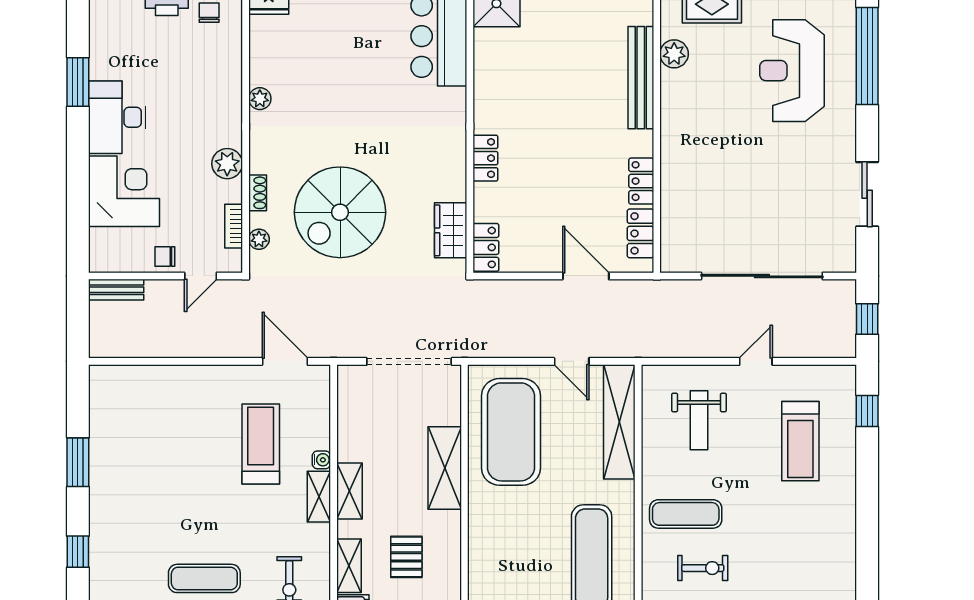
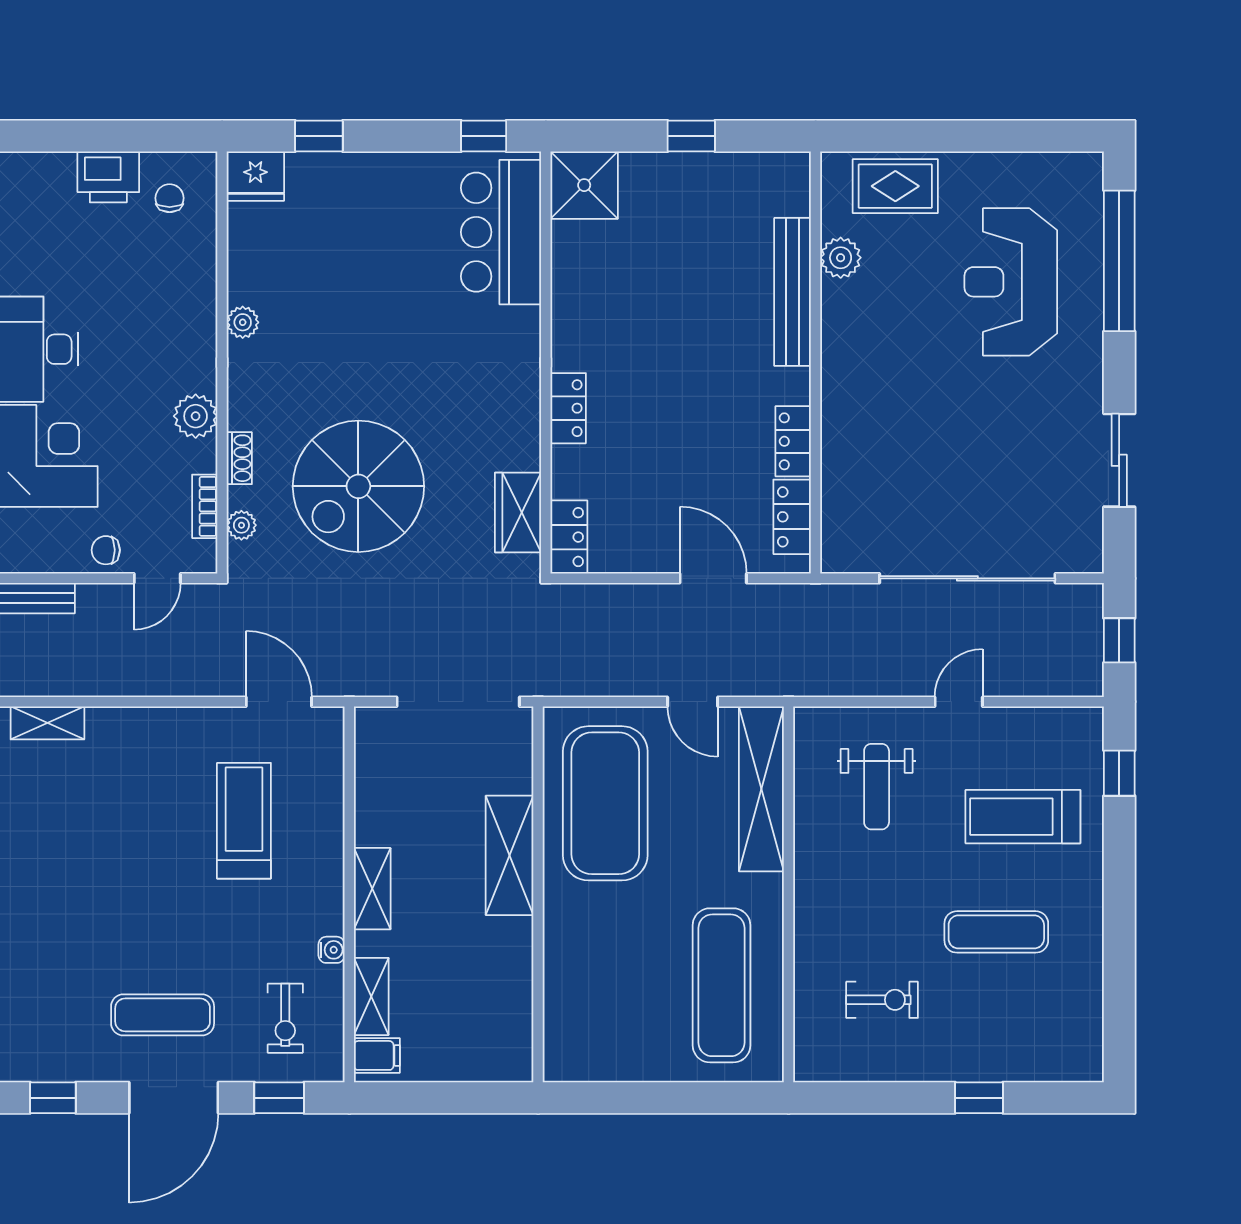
treadmill: (800, 441) -> (1023, 817), turned 90
water cooler: (321, 460) -> (332, 950), moved
shelving: (319, 497) -> (47, 723), moved, turned 90
exercise mat: (686, 514) -> (996, 932), moved
pallet: (406, 557) -> (454, 984), removed

